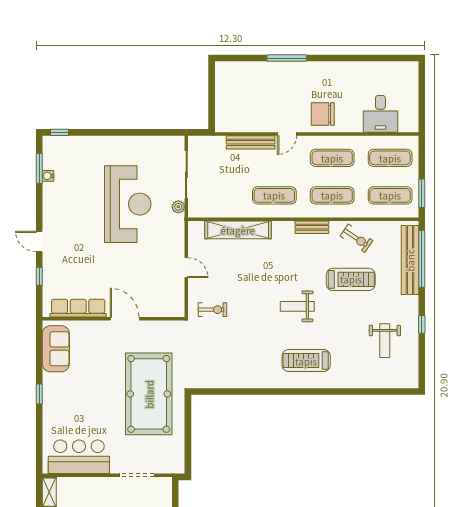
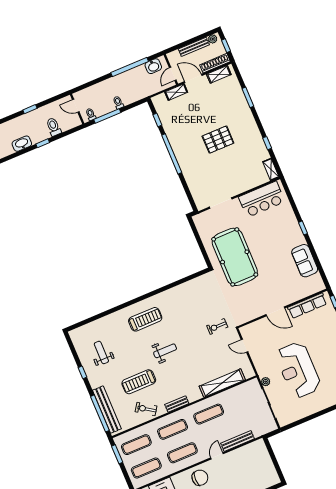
row of seats: (78, 308) -> (307, 306), moved
wall: (114, 319) -> (282, 308), moved
door: (125, 319) -> (275, 311), moved

